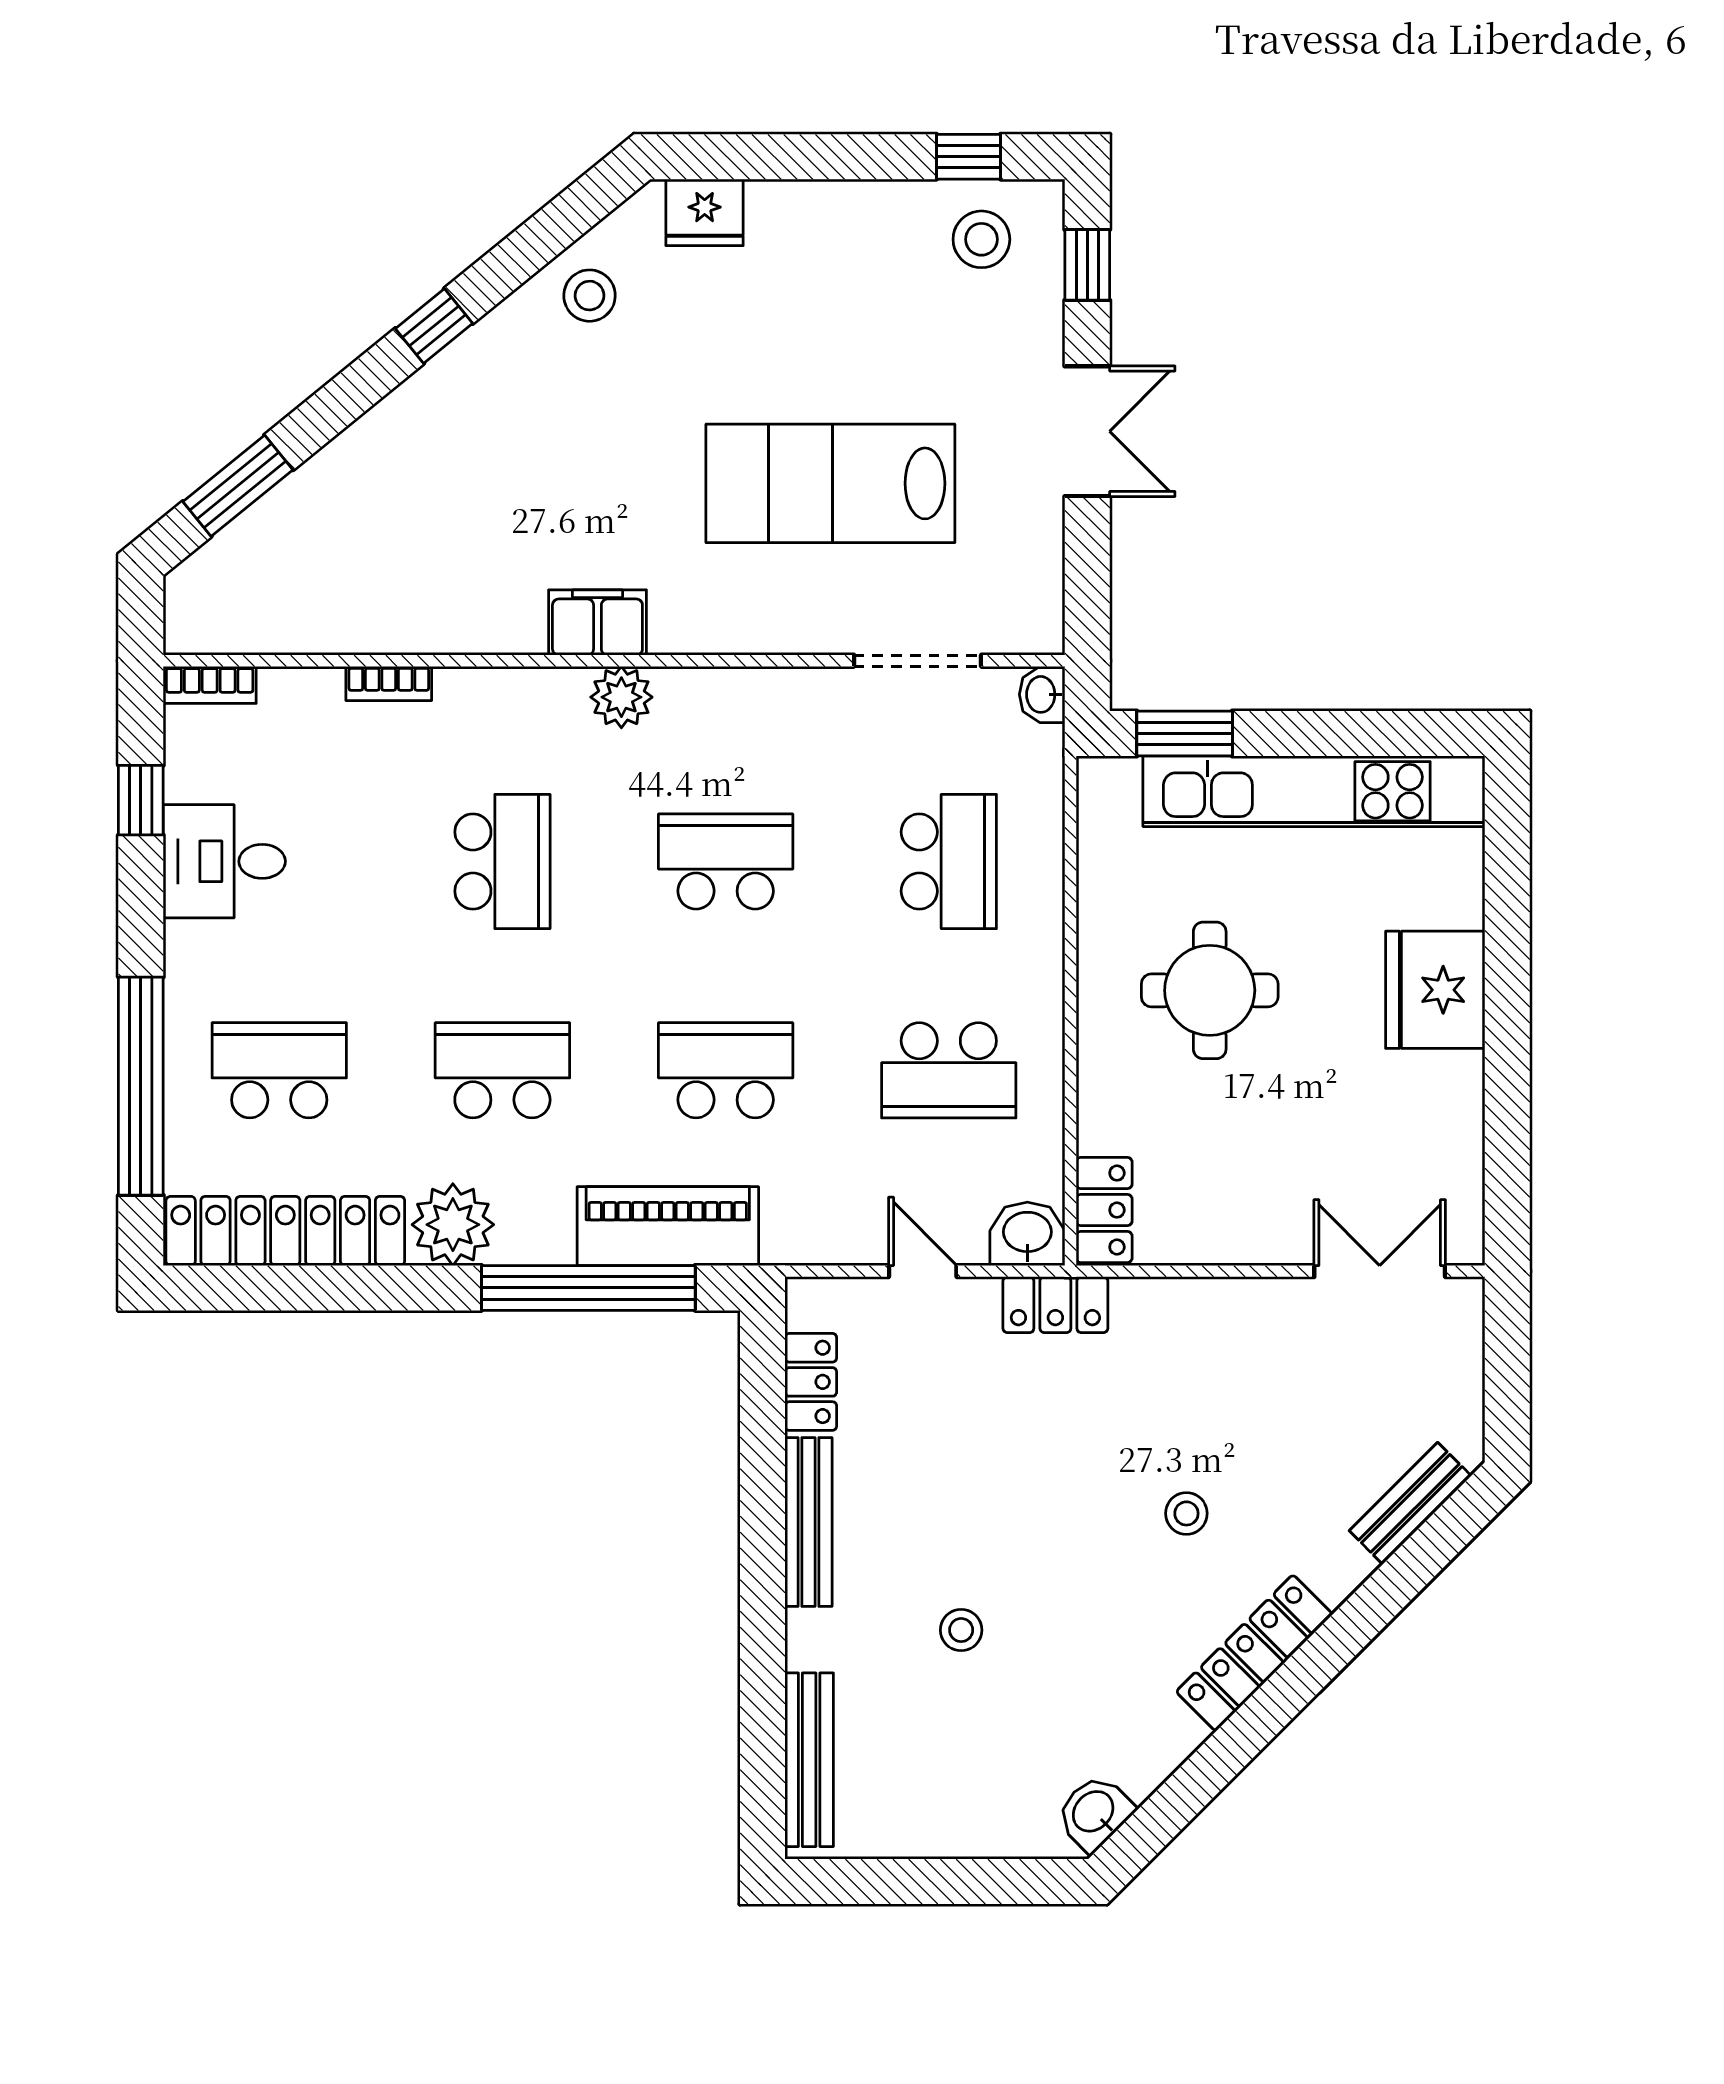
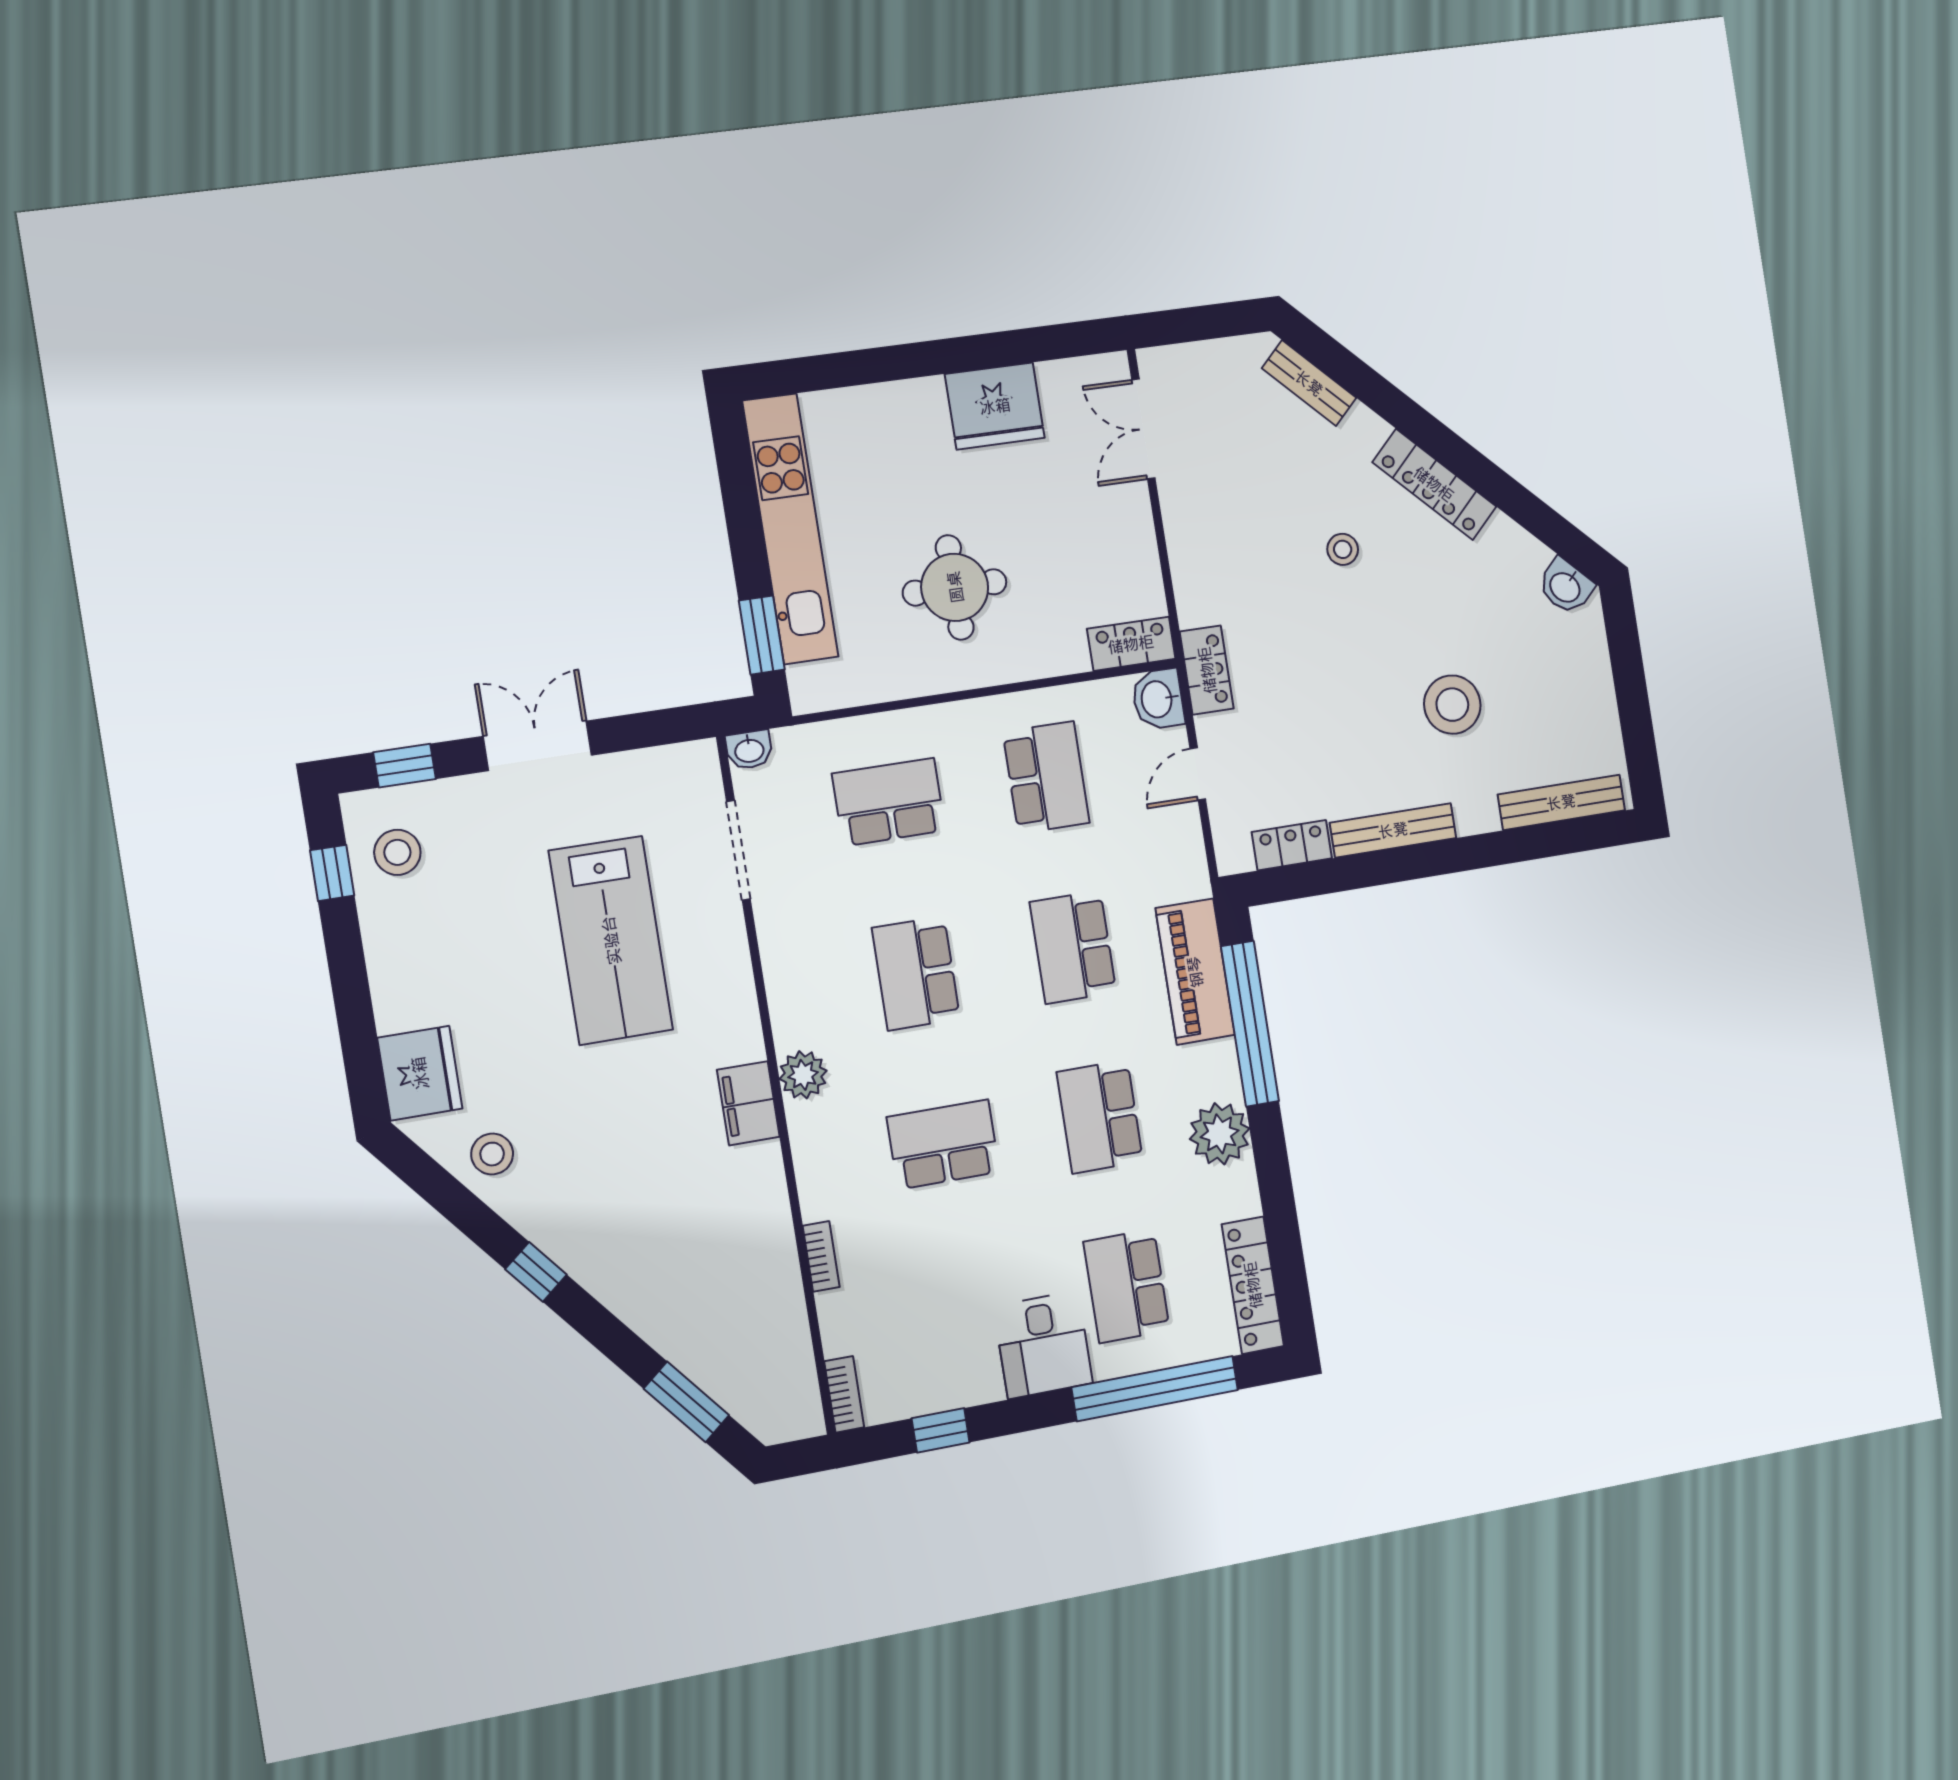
fridge: (705, 212) -> (420, 1073), width x1.36, depth x1.34
desk: (224, 861) -> (1043, 1345), moved
fridge: (1435, 990) -> (995, 406), moved
locker: (285, 1231) -> (1253, 1285), width x0.71, depth x0.83
stool: (961, 1630) -> (1452, 705), width x1.89, depth x1.89

